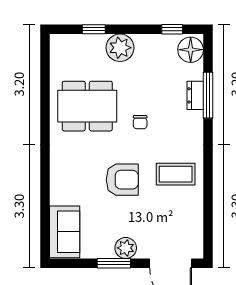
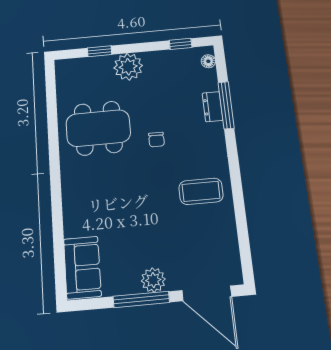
floor lamp: (191, 50) -> (208, 61), width x0.53, depth x0.53
armchair: (122, 180) -> (143, 203), removed
window: (114, 263) -> (141, 299), width x1.44

